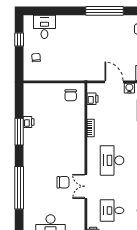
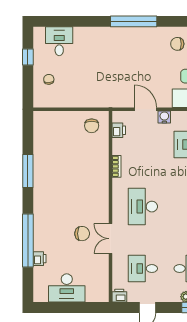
printer: (29, 122) -> (40, 259), moved

